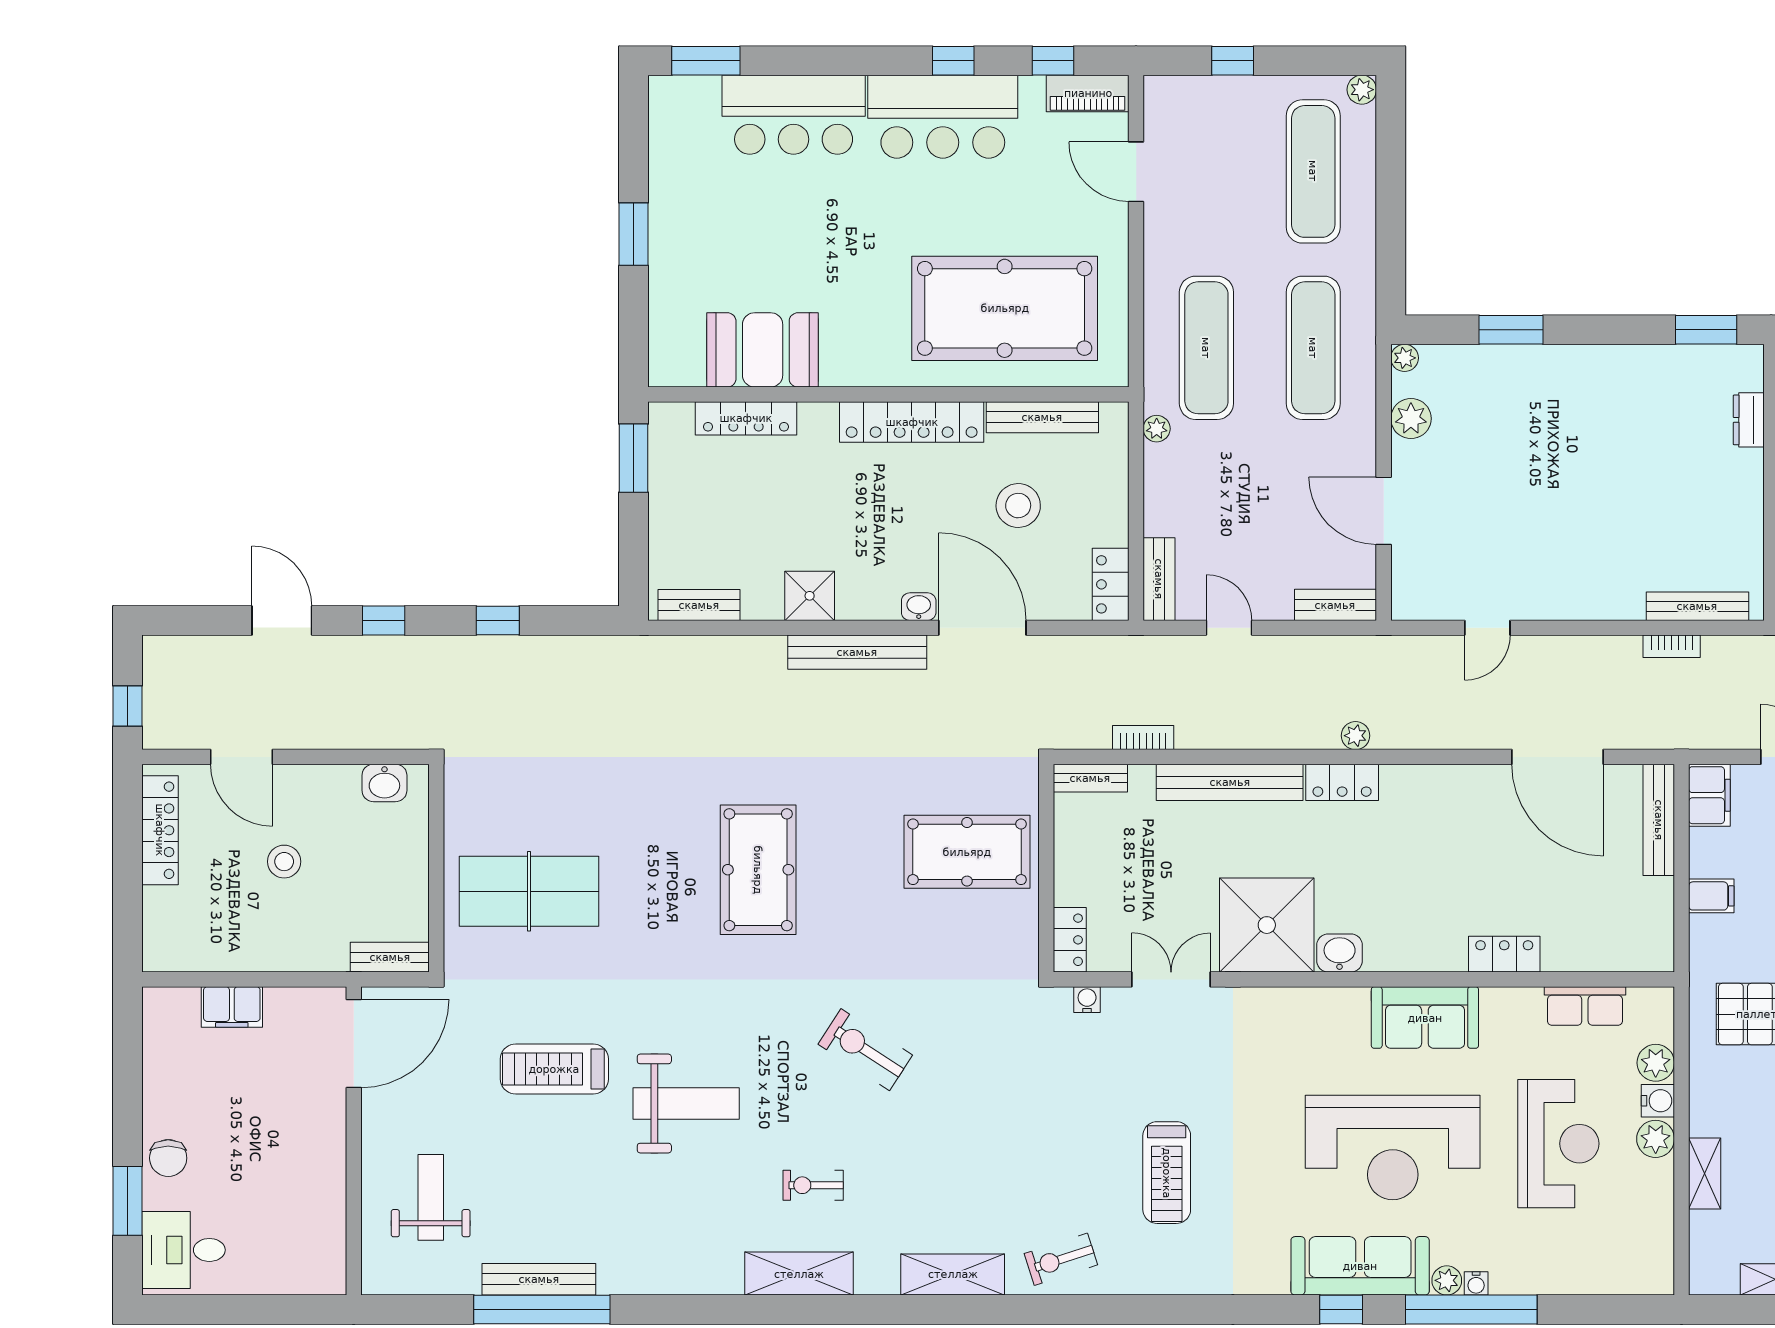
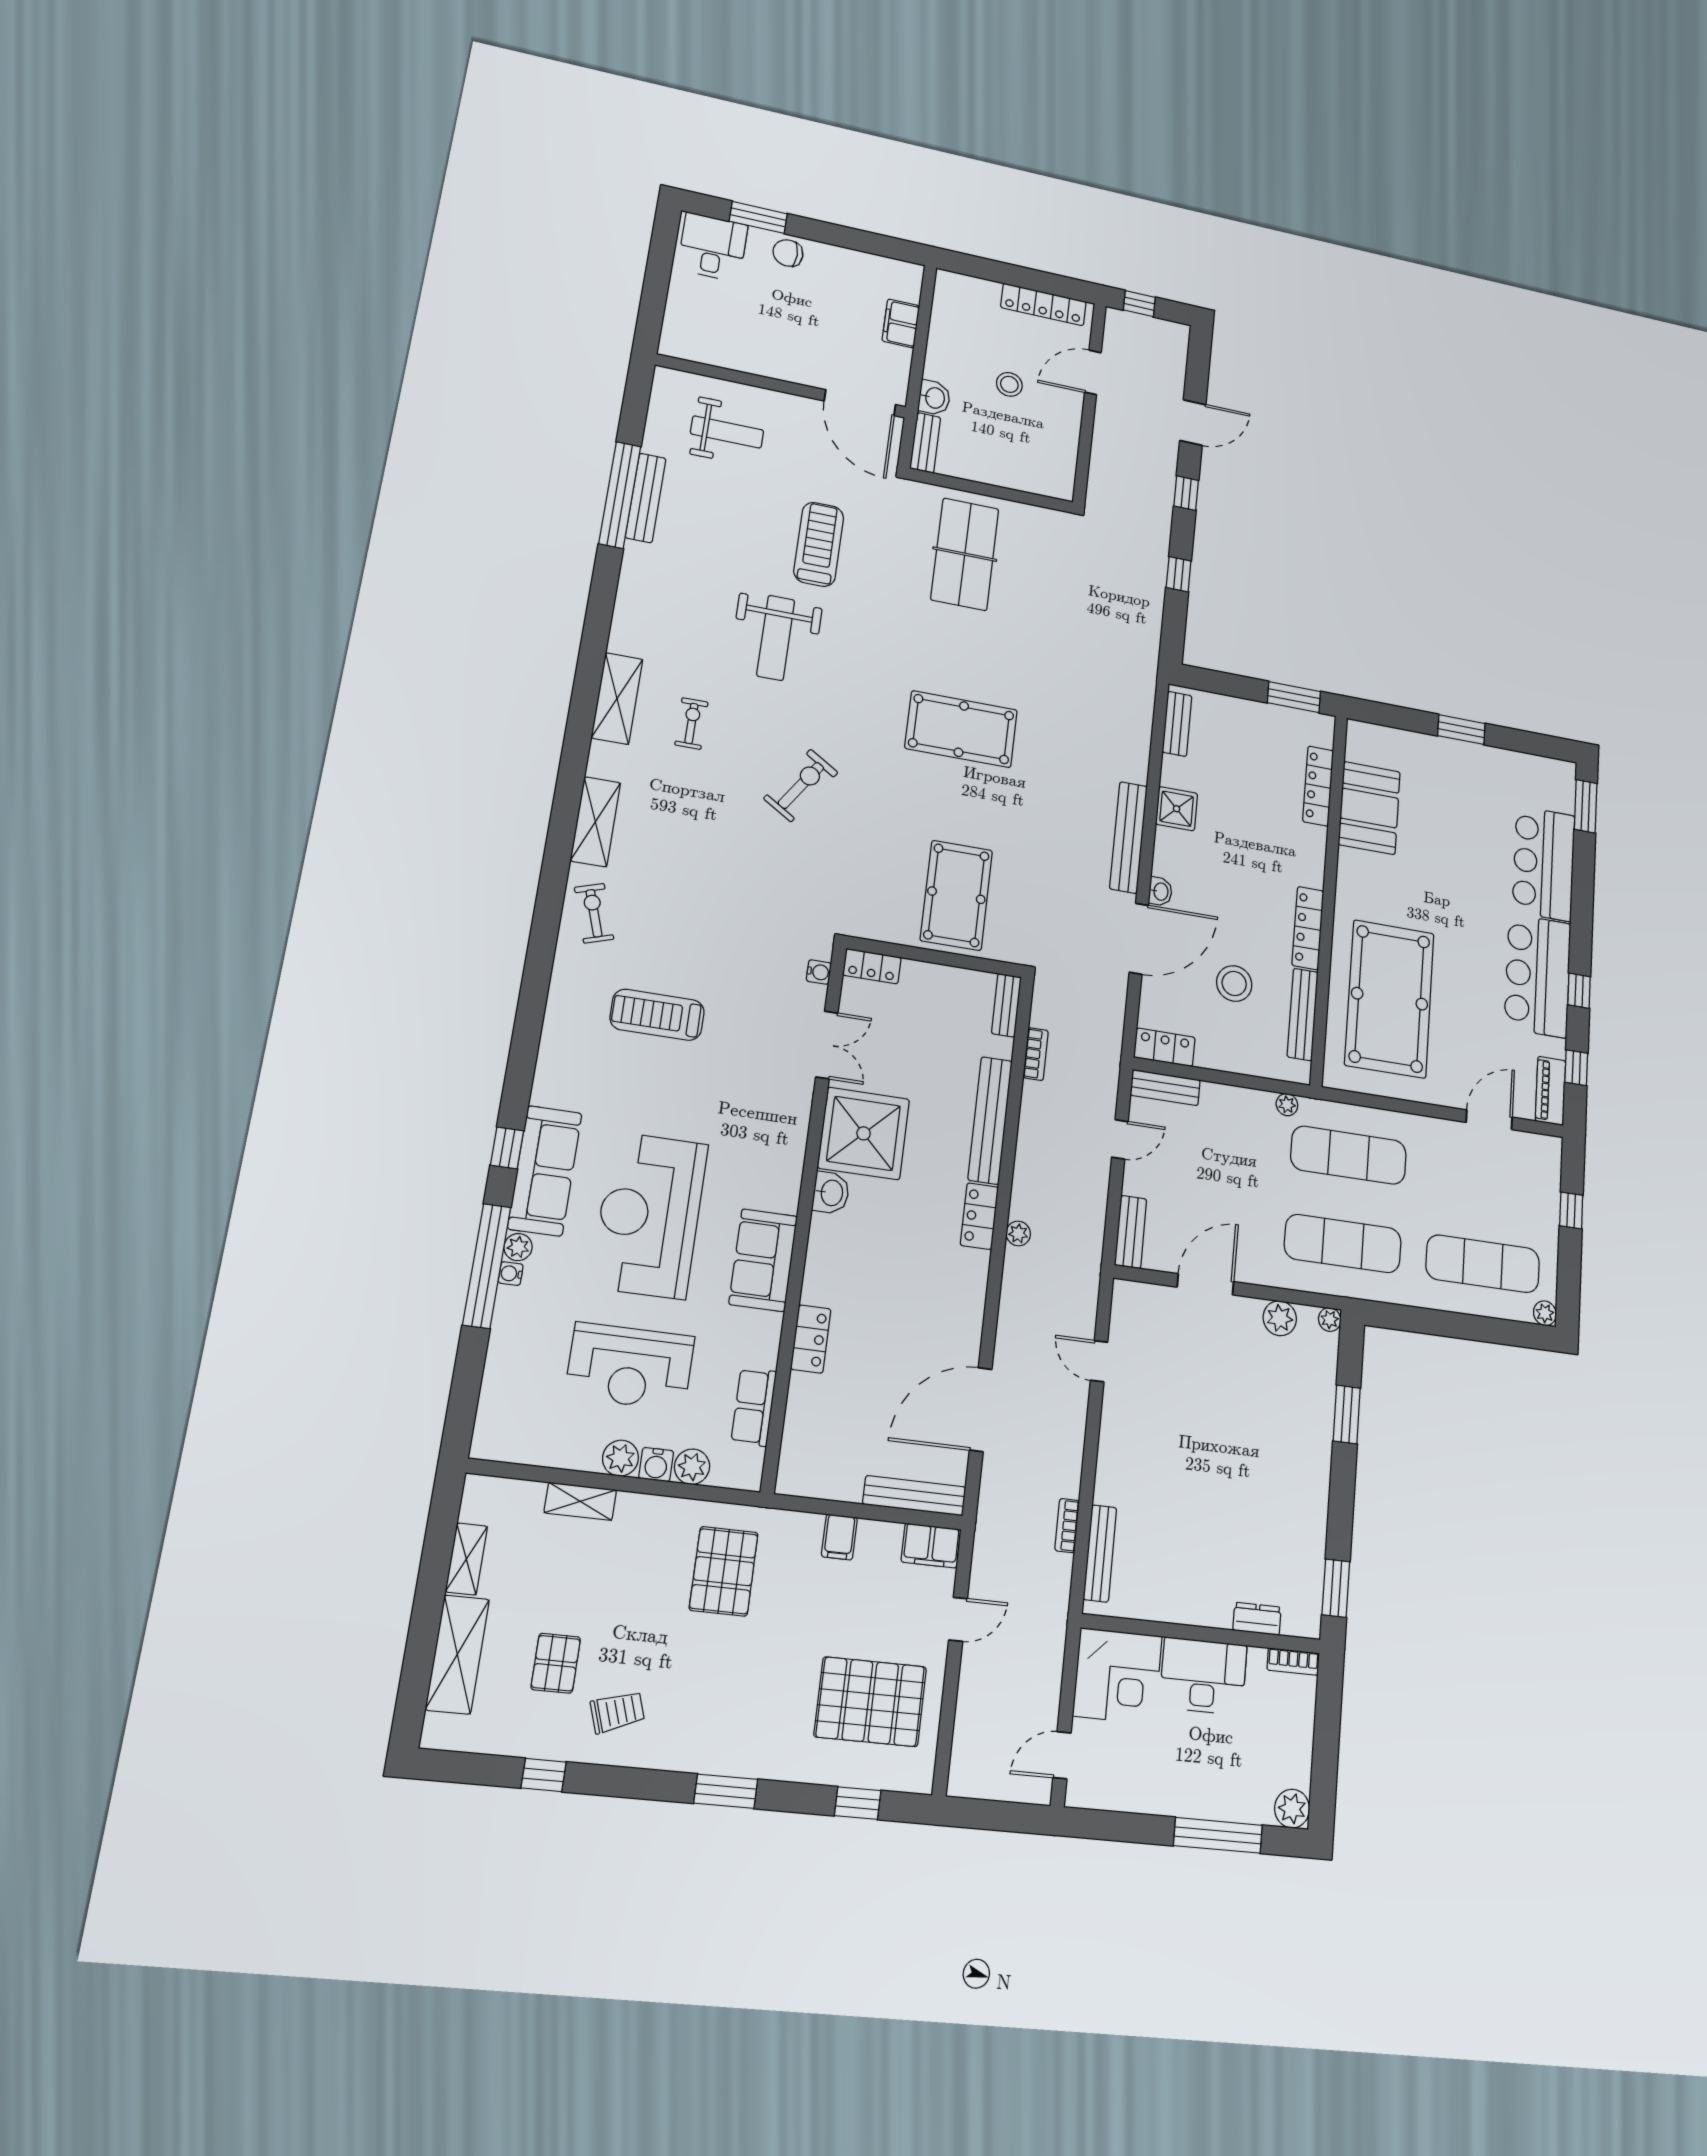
locker: (912, 422) -> (1308, 928), width x0.71, depth x0.83
washbasin: (384, 783) -> (934, 398), moved, turned 180

